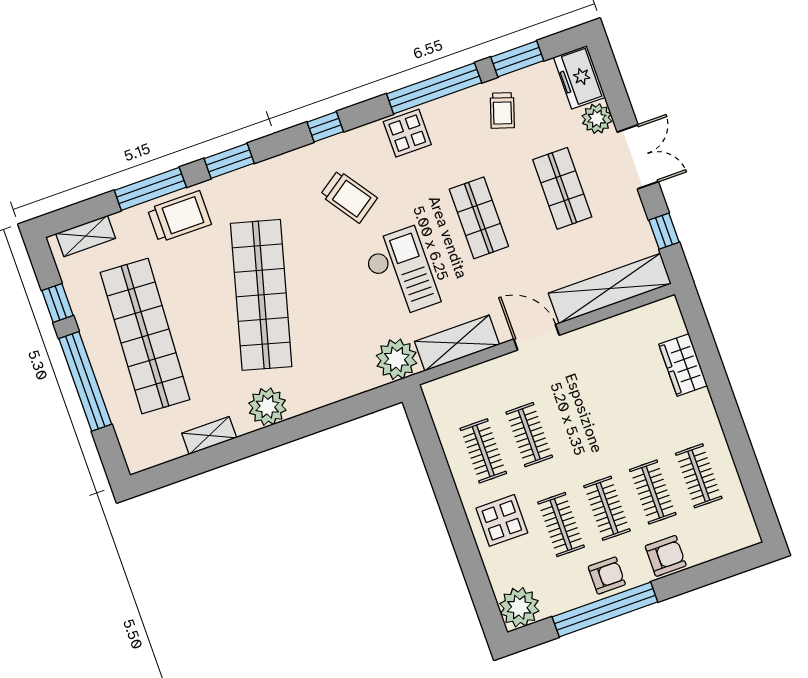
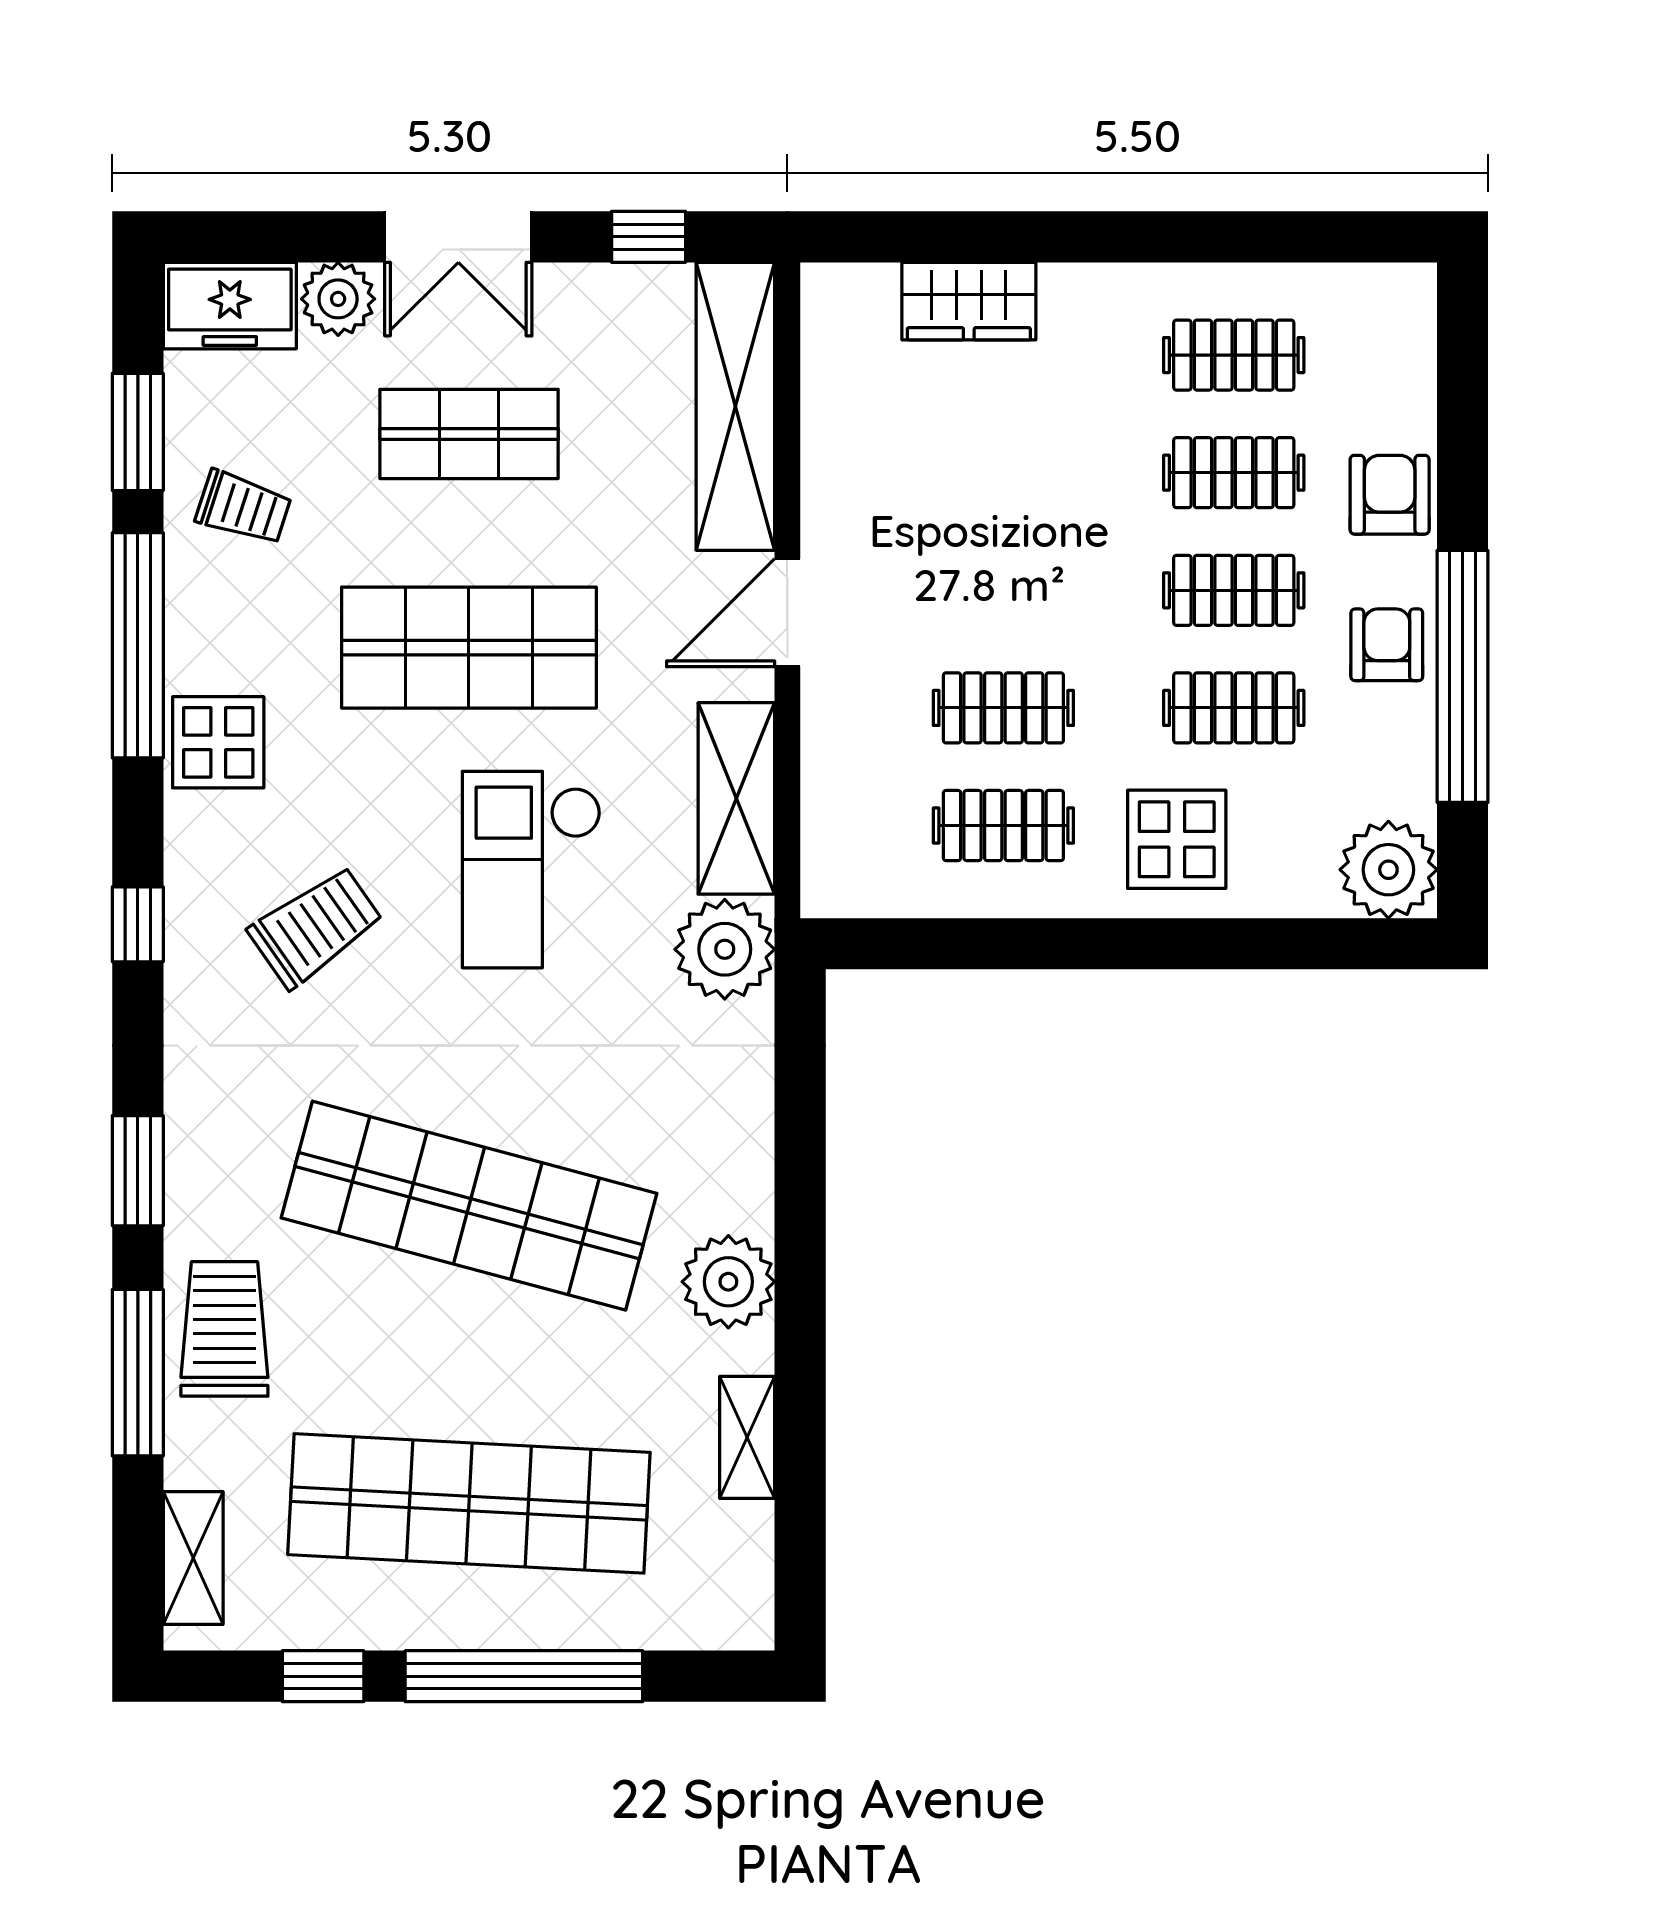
double door: (638, 157) -> (458, 237), swing flipped
shop shelf: (479, 218) -> (469, 648), width x1.43, depth x1.36
checkout: (401, 273) -> (531, 870), turned -90

